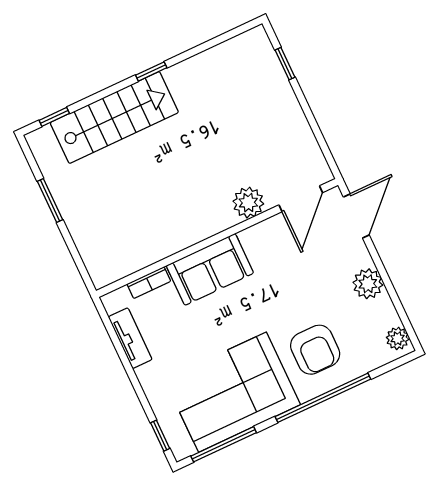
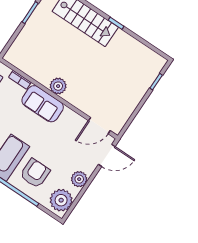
plant: (248, 203) -> (58, 86), moved
plant: (398, 338) -> (61, 200), width x1.88, depth x1.88
armchair: (315, 350) -> (35, 173), turned 180

